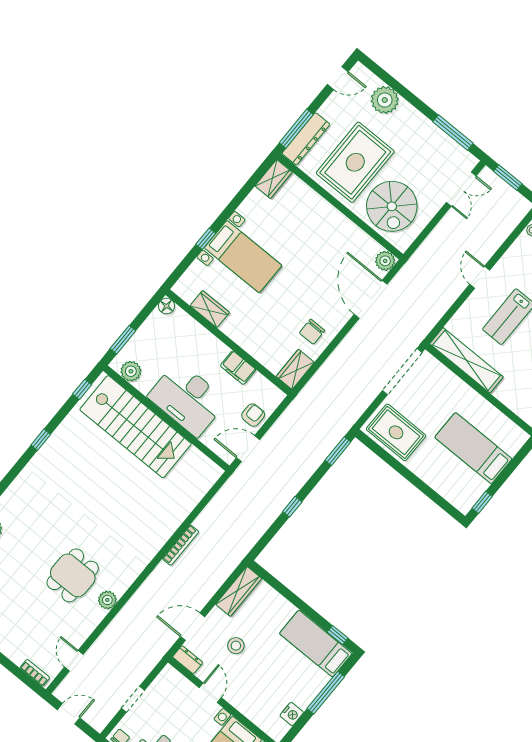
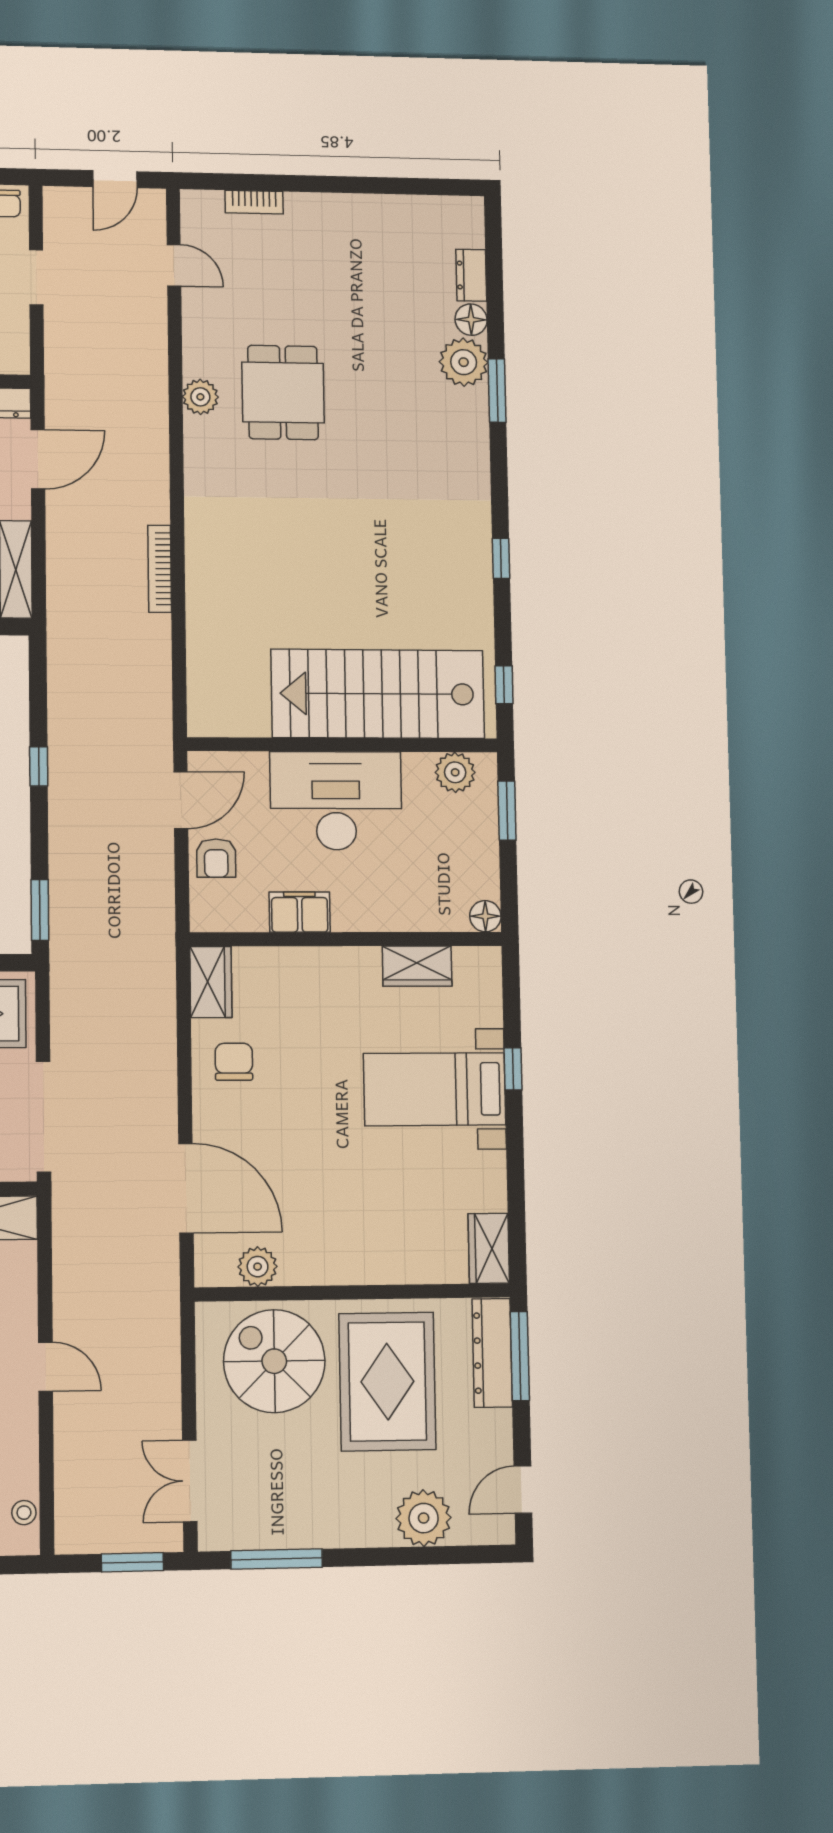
plant: (385, 261) -> (258, 1267), moved
bookcase: (35, 673) -> (254, 202), moved

